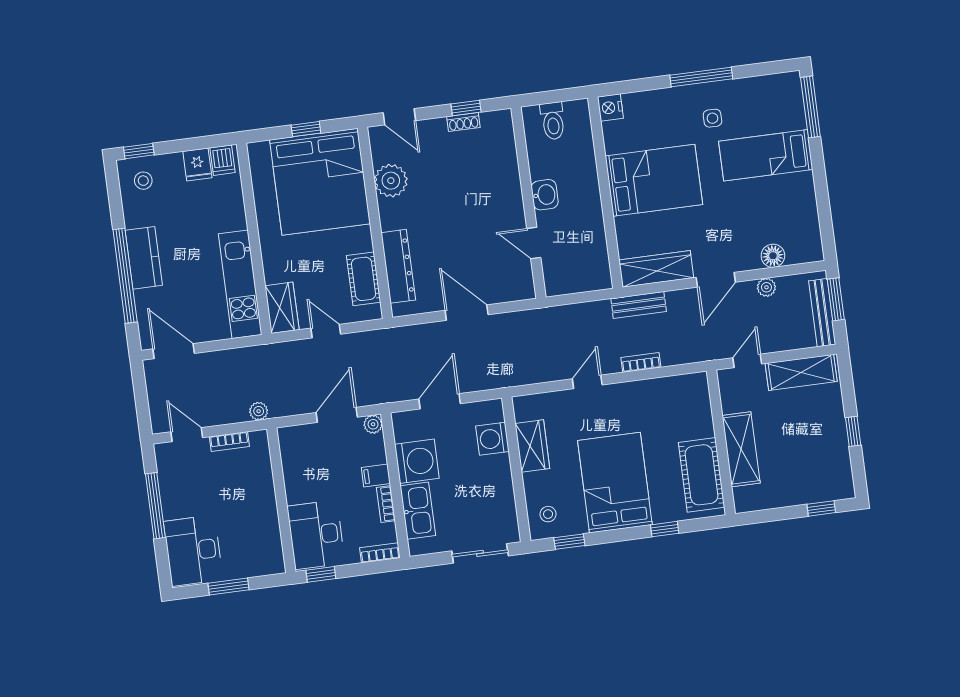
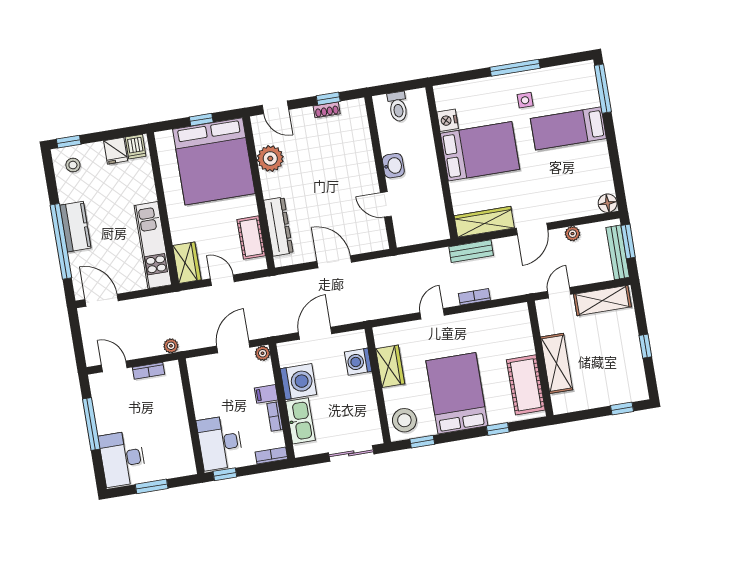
nightstand: (610, 108) -> (448, 120), moved
floor lamp: (773, 256) -> (608, 203), moved
stool: (548, 514) -> (404, 420), width x1.89, depth x1.89

